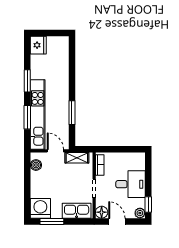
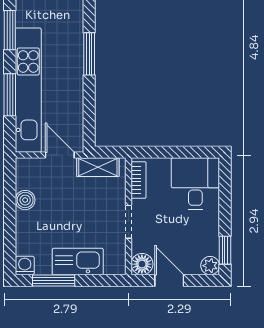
window: (72, 113) -> (89, 54), moved
boiler: (36, 165) -> (25, 200), moved
desk: (130, 184) -> (195, 184), moved, turned -90
washing machine: (40, 208) -> (25, 266), width x0.53, depth x0.53
kitchen sink: (77, 211) -> (78, 261), moved

